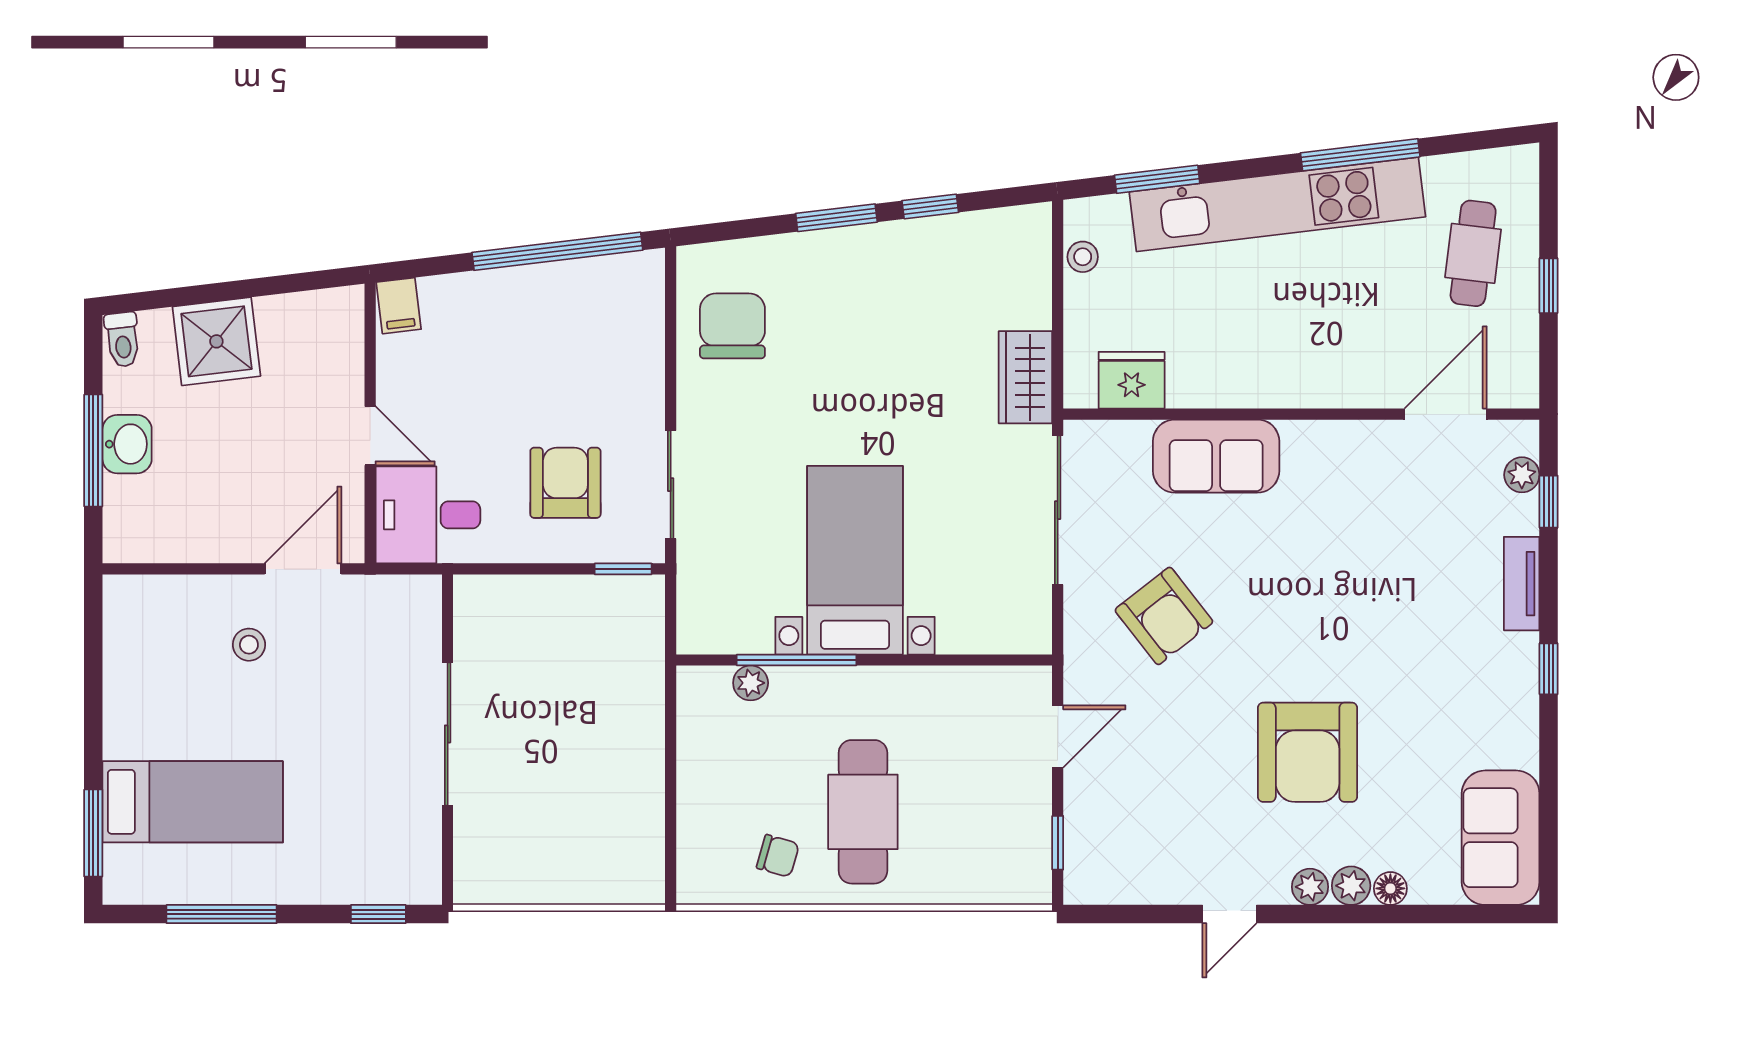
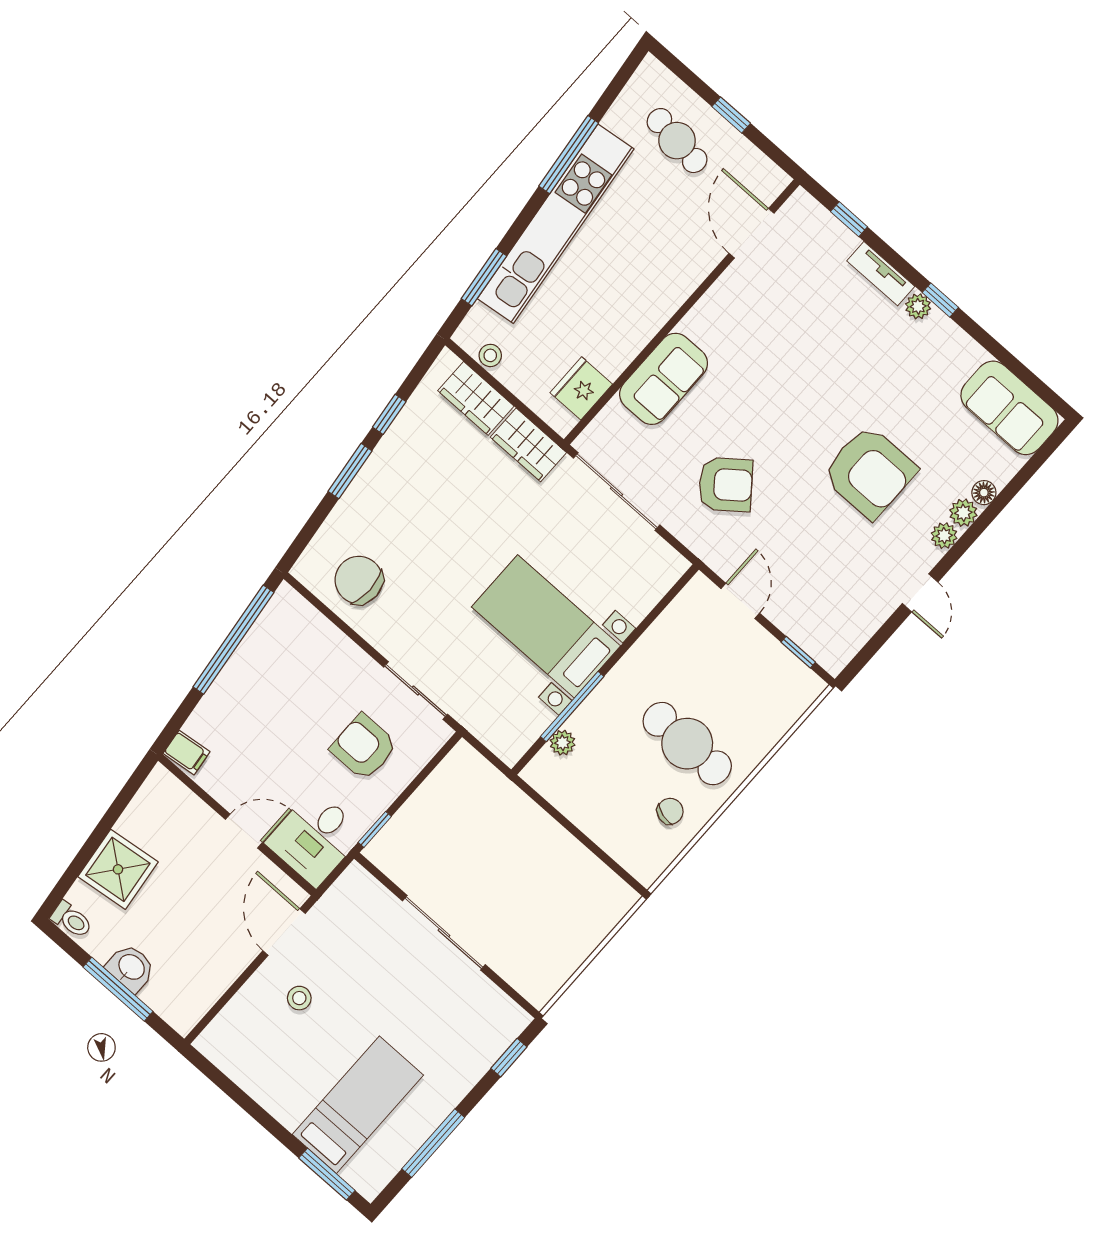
wardrobe: (1025, 281) -> (476, 398), added
plant: (1522, 475) -> (918, 306), moved
window: (623, 569) -> (375, 829), moved

